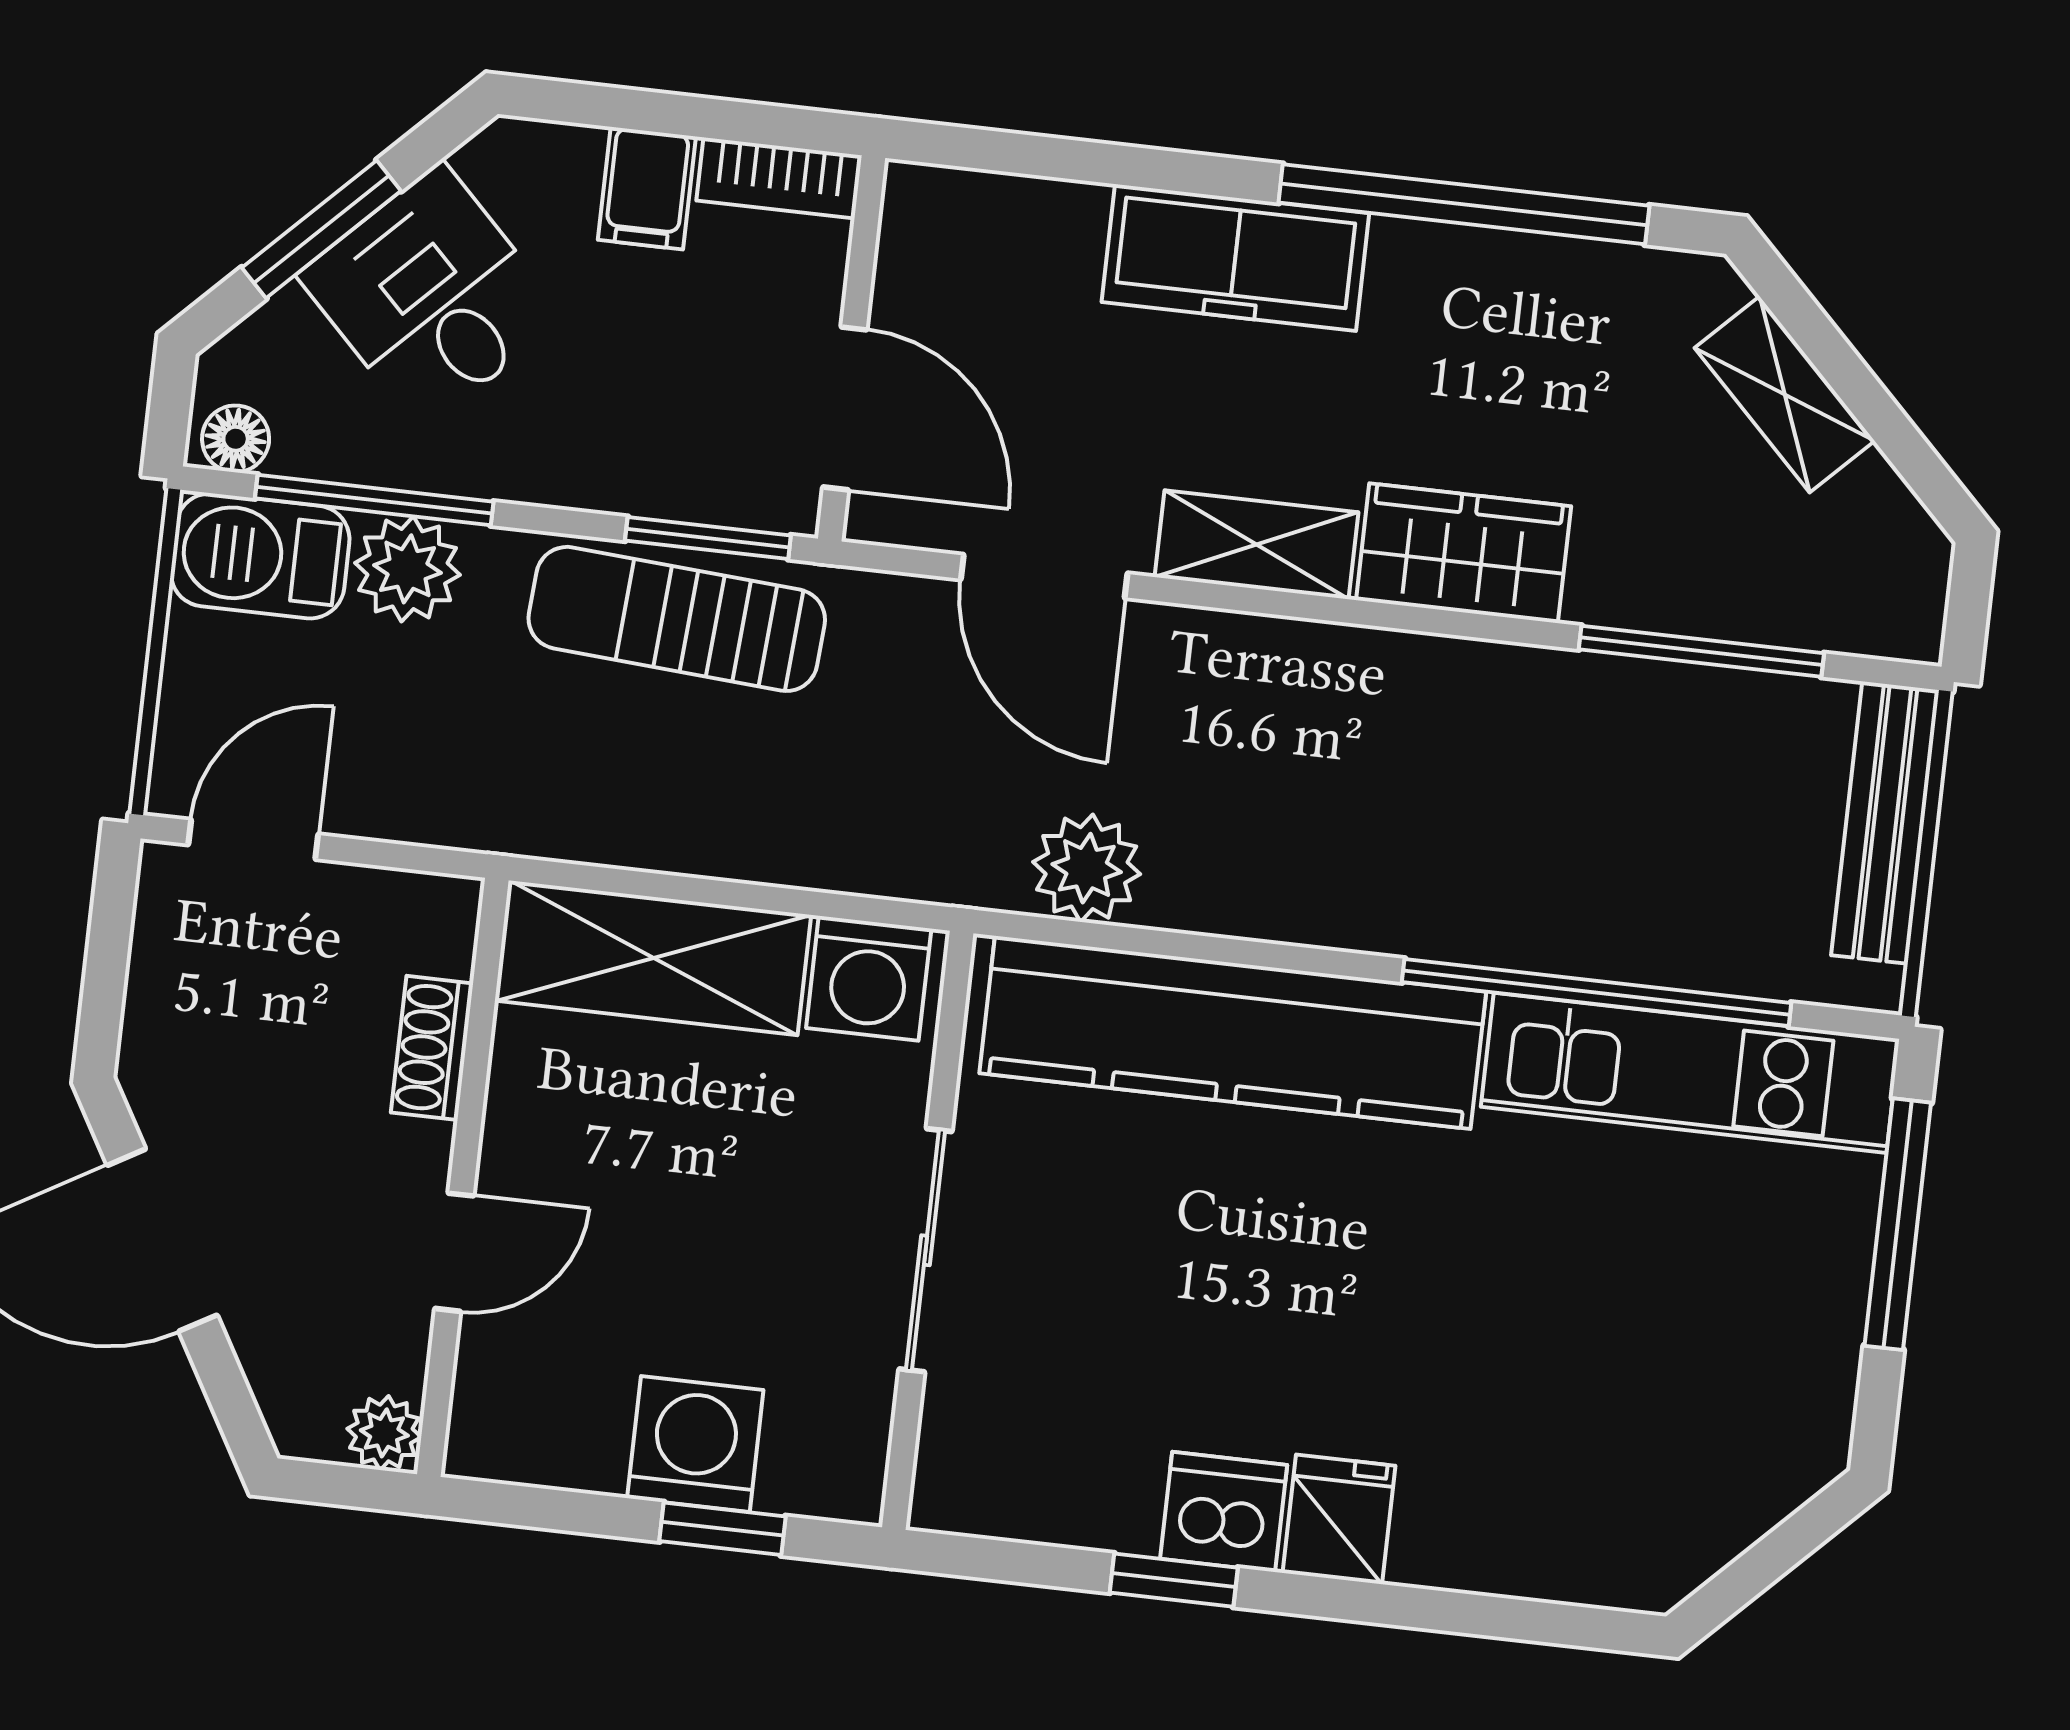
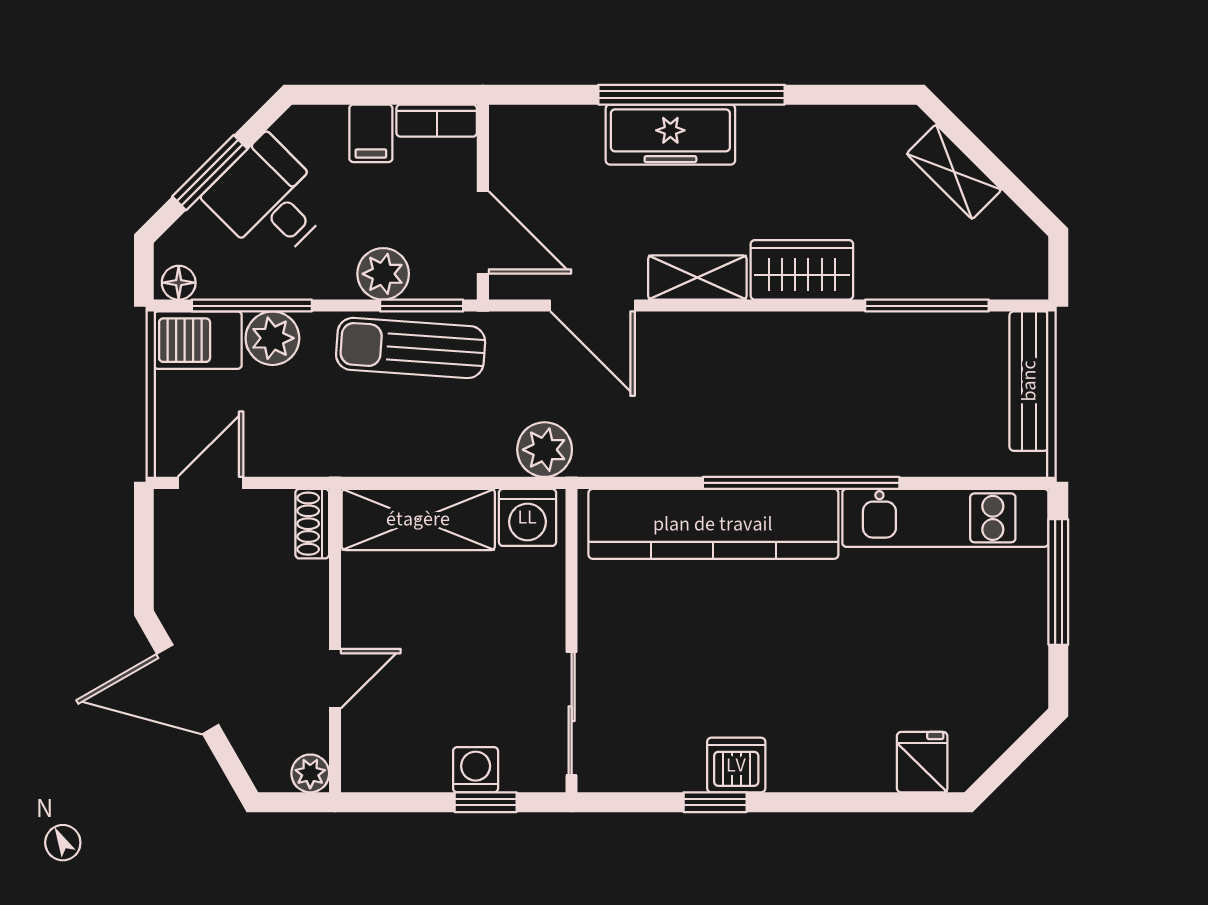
window: (1464, 204) -> (691, 95), moved
plant: (639, 467) -> (383, 274), added
plant: (1087, 868) -> (545, 450), moved
window: (1597, 993) -> (801, 483), moved
shoe rack: (432, 1048) -> (312, 524), moved
sliding door: (925, 1250) -> (572, 714), moved
washing machine: (695, 1444) -> (476, 770), width x0.73, depth x0.73
fridge: (1339, 1519) -> (922, 762), moved

